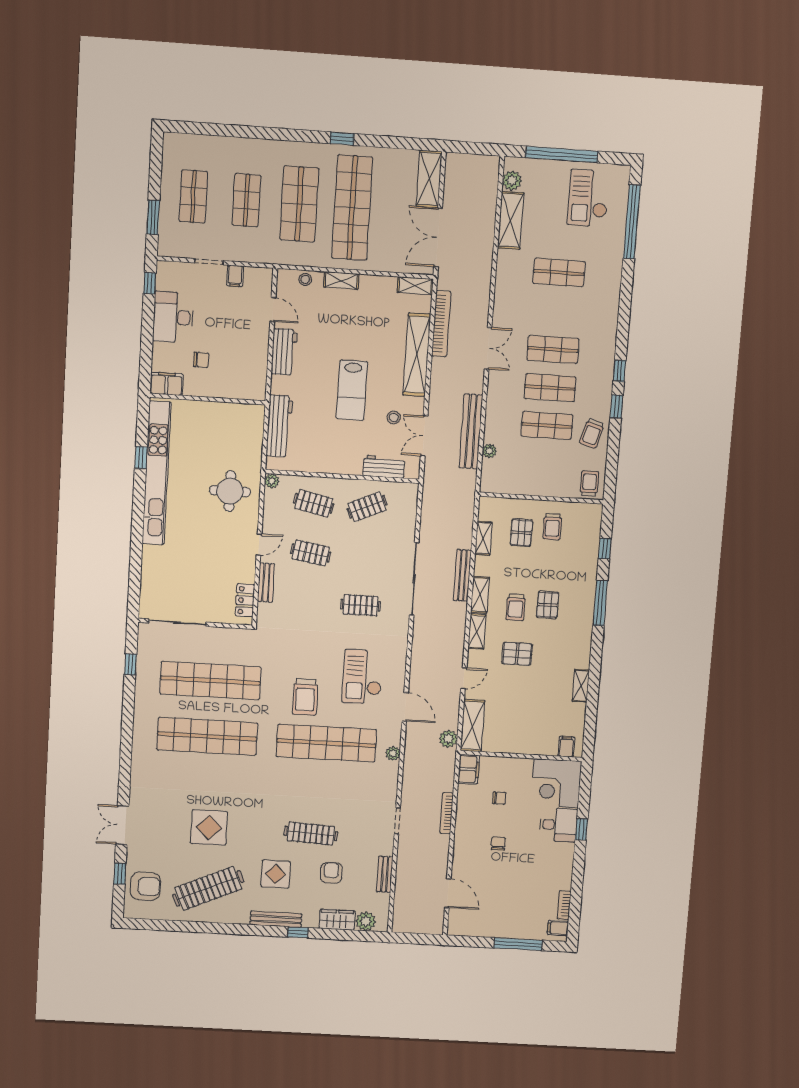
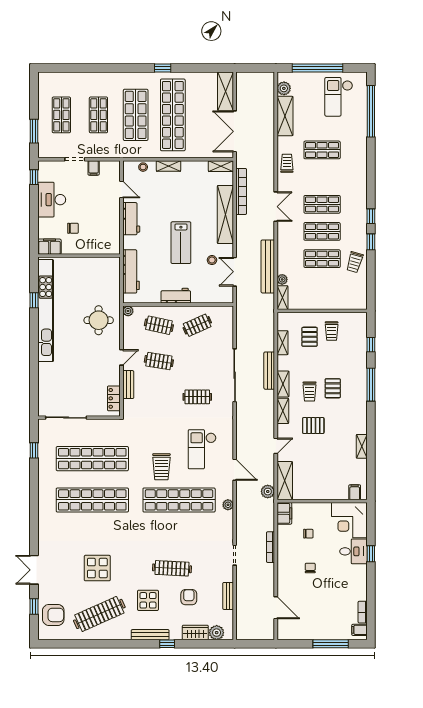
workbench: (384, 467) -> (176, 296), moved
shelving: (488, 476) -> (282, 298), added
trolley: (589, 484) -> (287, 163), moved

